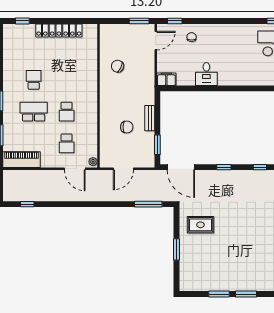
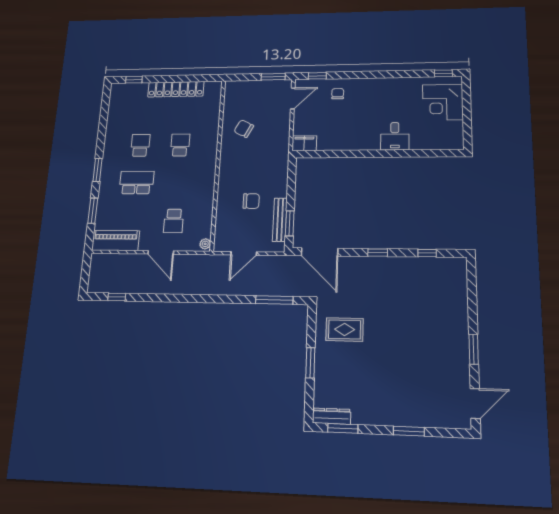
desk: (206, 74) -> (395, 136), moved
school desk: (67, 112) -> (180, 145), moved, turned 180
bench: (150, 118) -> (280, 220), moved, width x1.36
door: (75, 169) -> (161, 252), moved
dresser: (193, 286) -> (332, 416), added
window: (219, 294) -> (343, 428), moved

